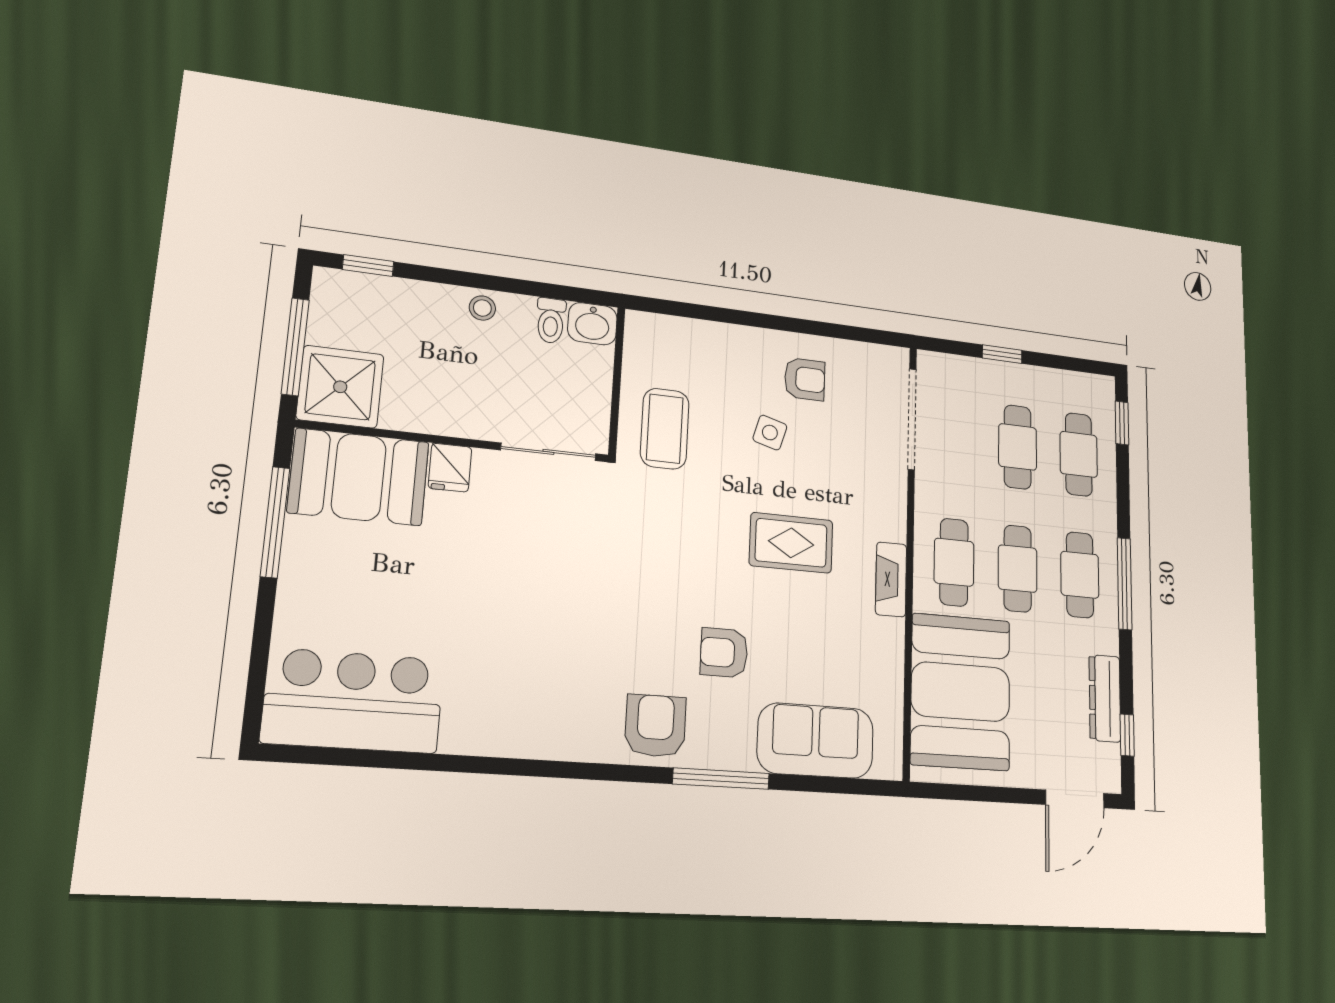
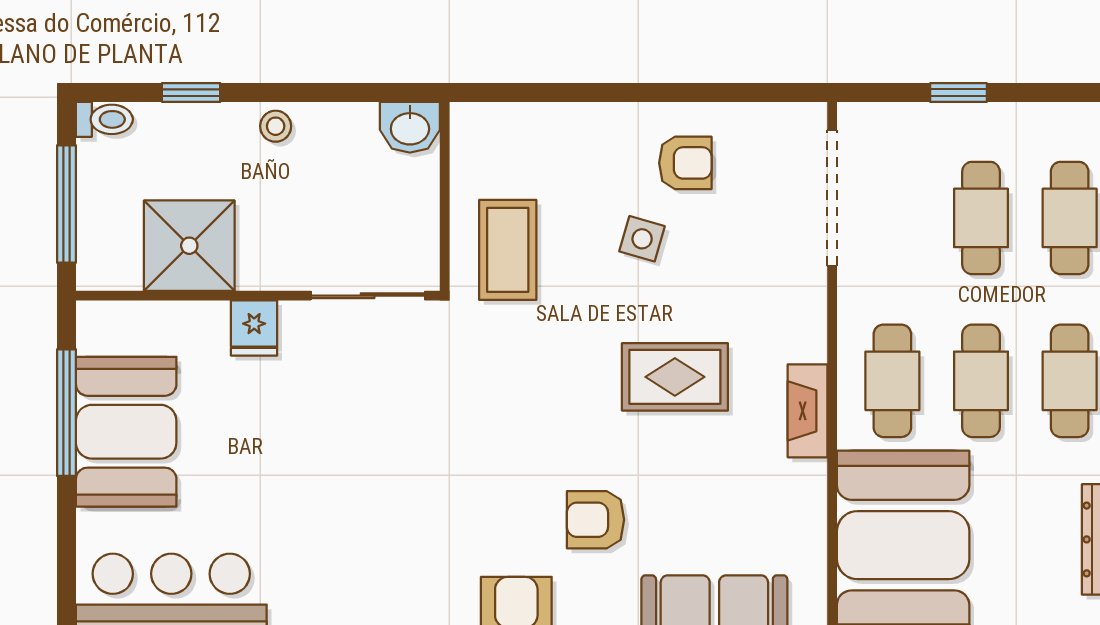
window: (368, 266) -> (191, 92), moved
toilet: (551, 321) -> (104, 119), moved, turned -90
shower: (340, 387) -> (189, 246), moved
booth: (359, 477) -> (126, 432), moved, turned 90

